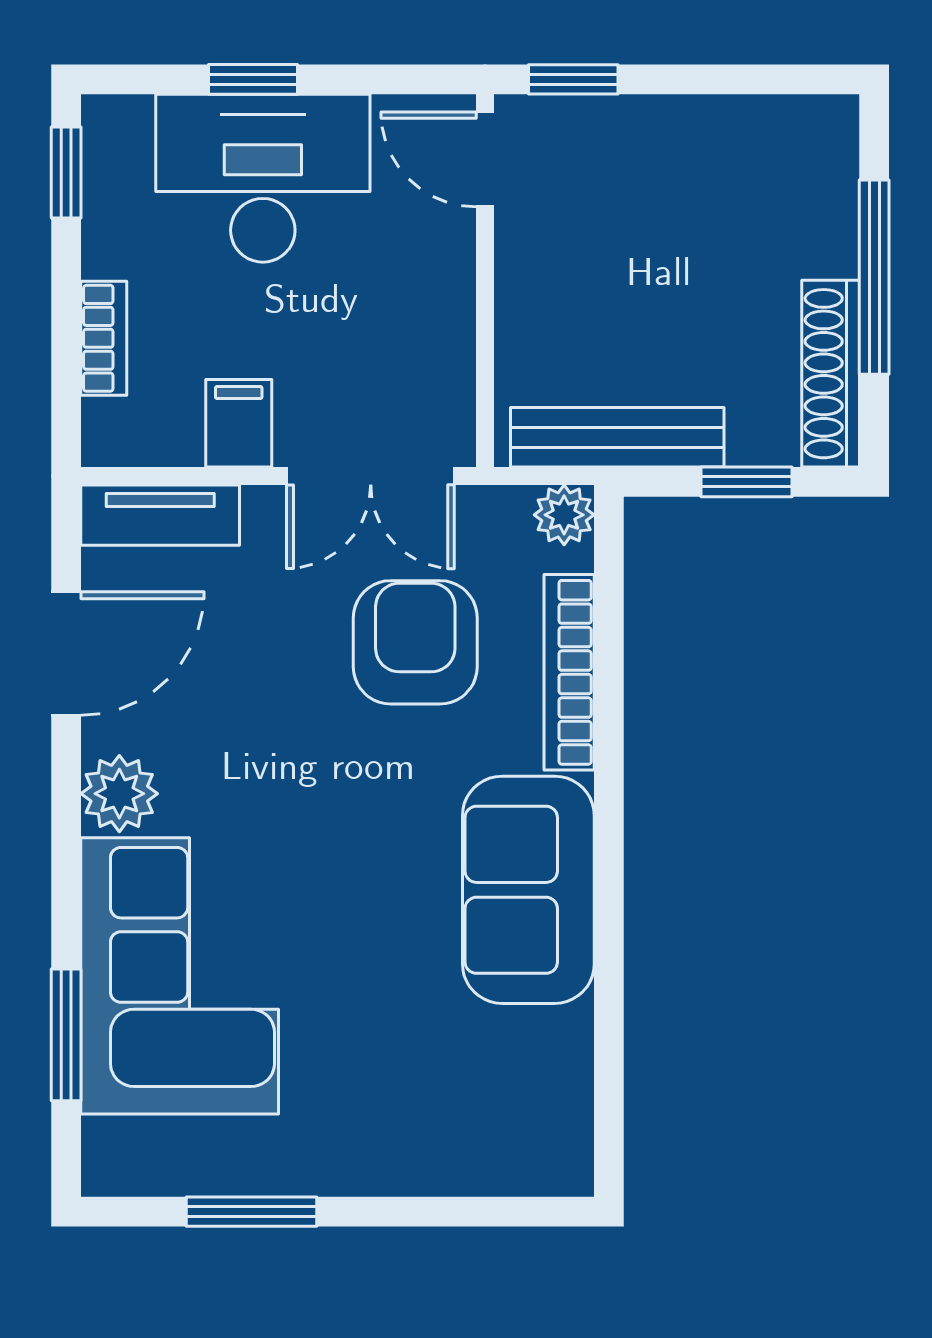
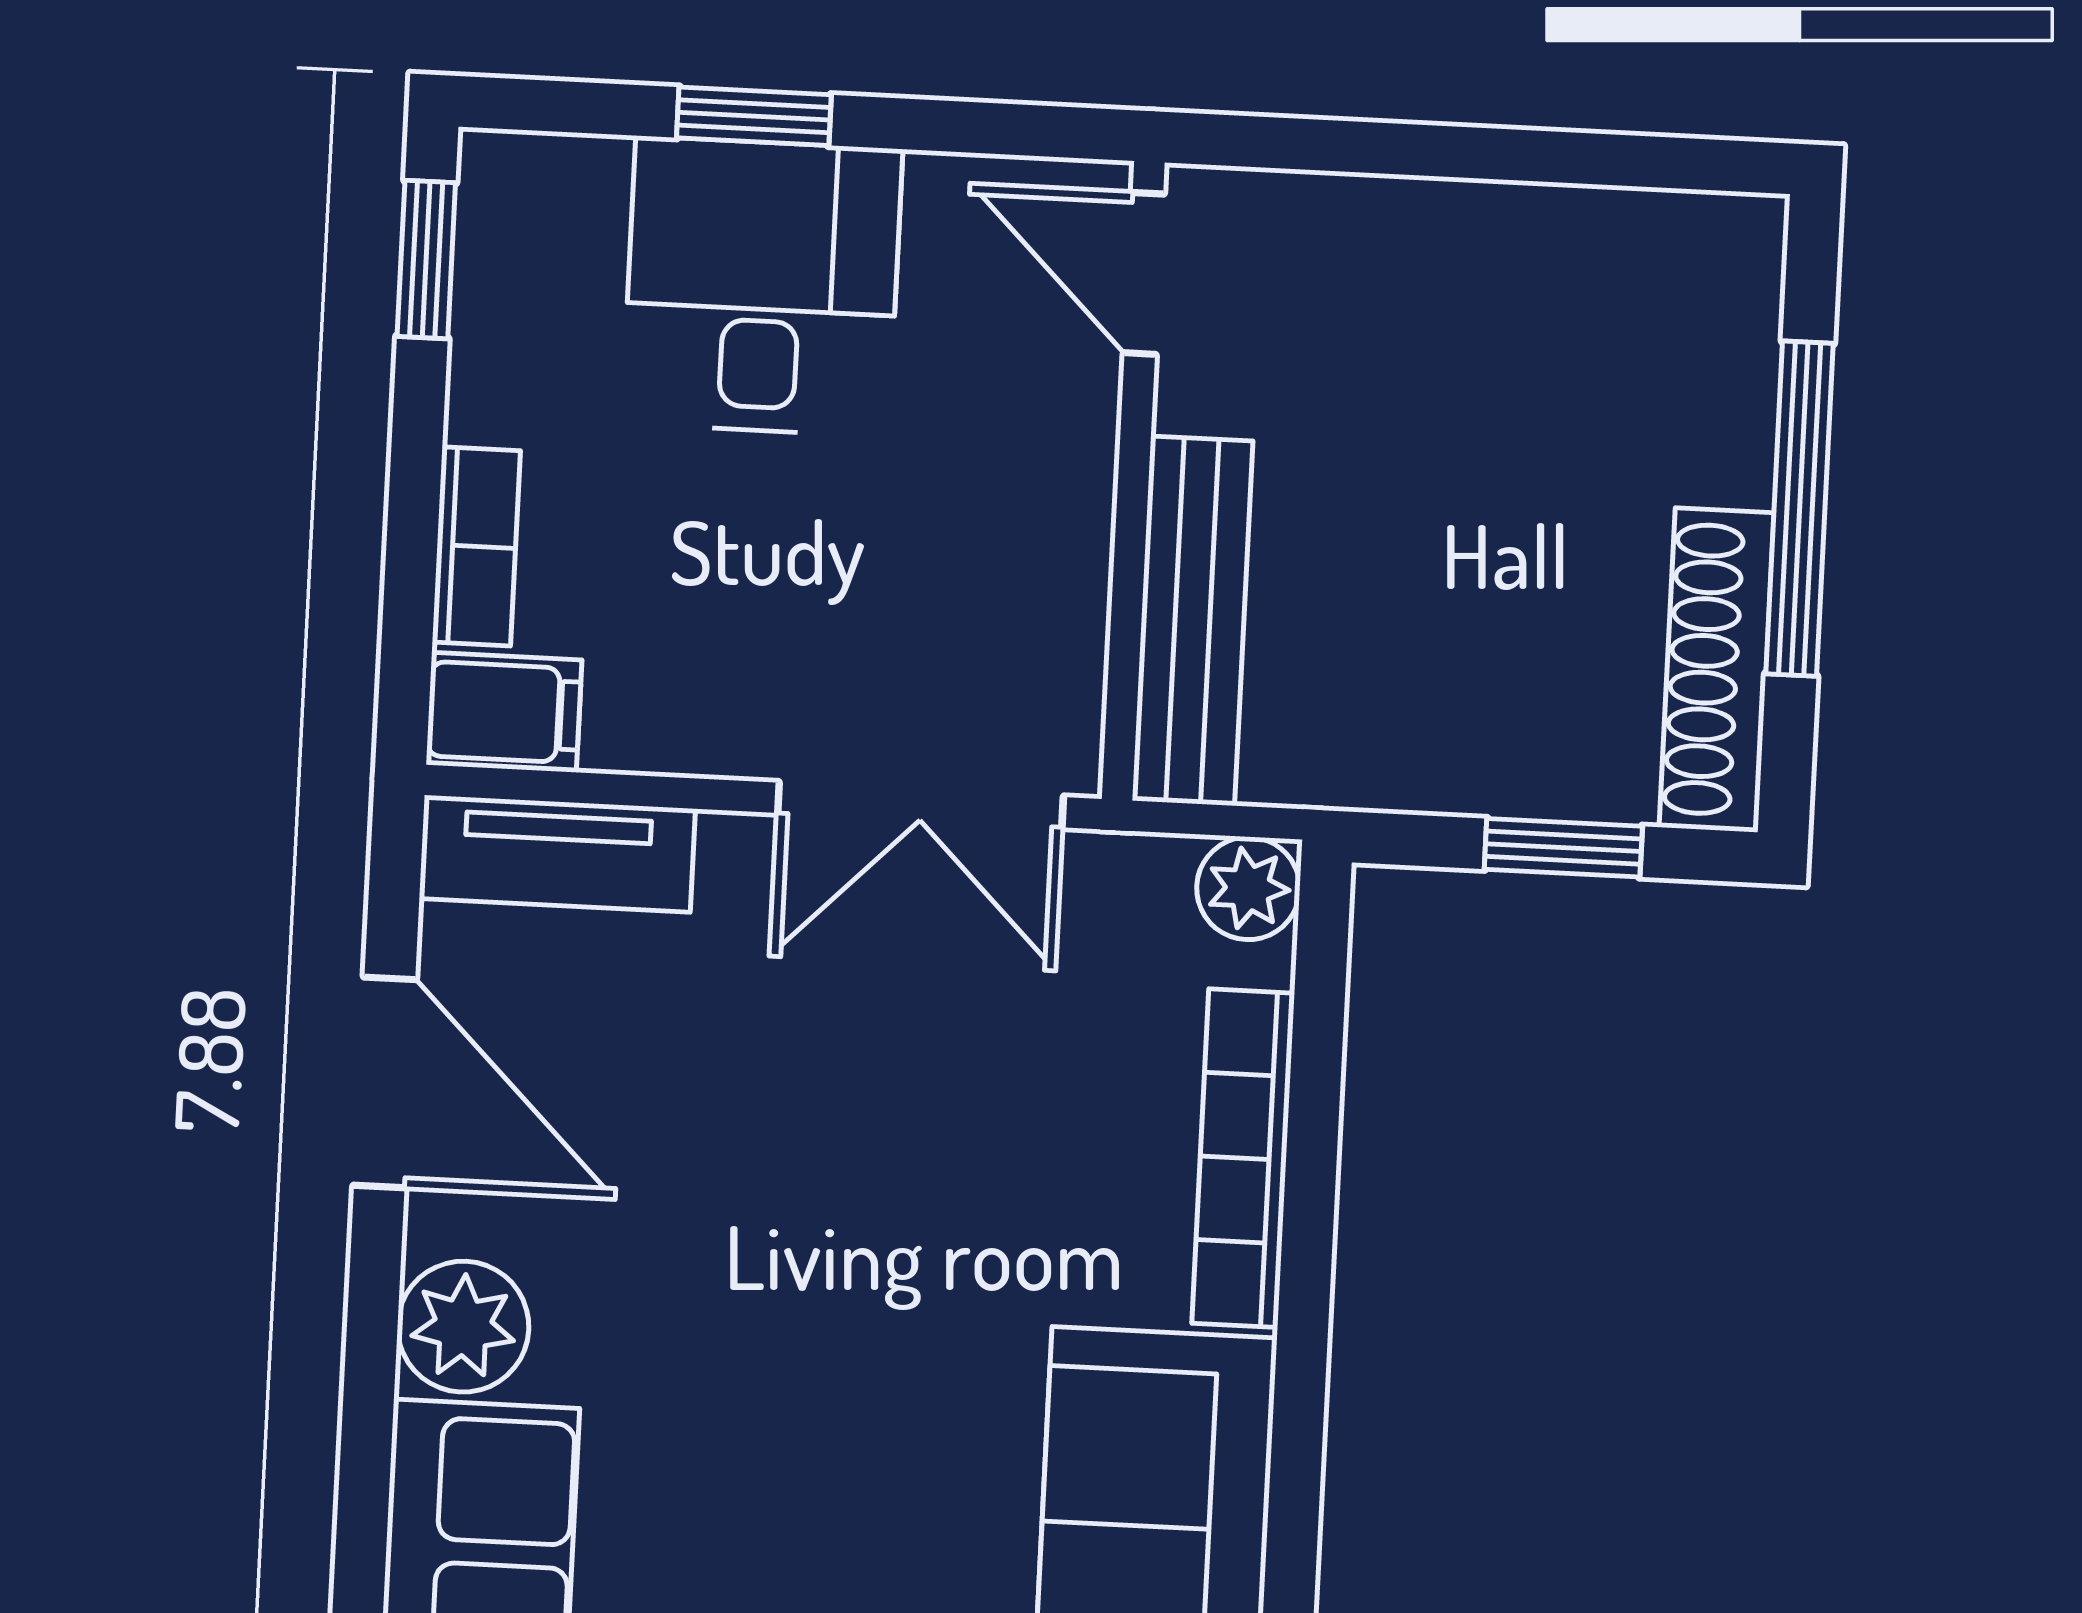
window: (573, 79) -> (1302, 144), removed
desk: (263, 178) -> (762, 286), width x0.73
filing cabinet: (239, 423) -> (504, 712), moved, turned 90
bench: (617, 437) -> (1193, 621), moved, turned 90
armchair: (415, 642) -> (983, 1094), removed
door: (66, 653) -> (385, 1082), hinge flipped

